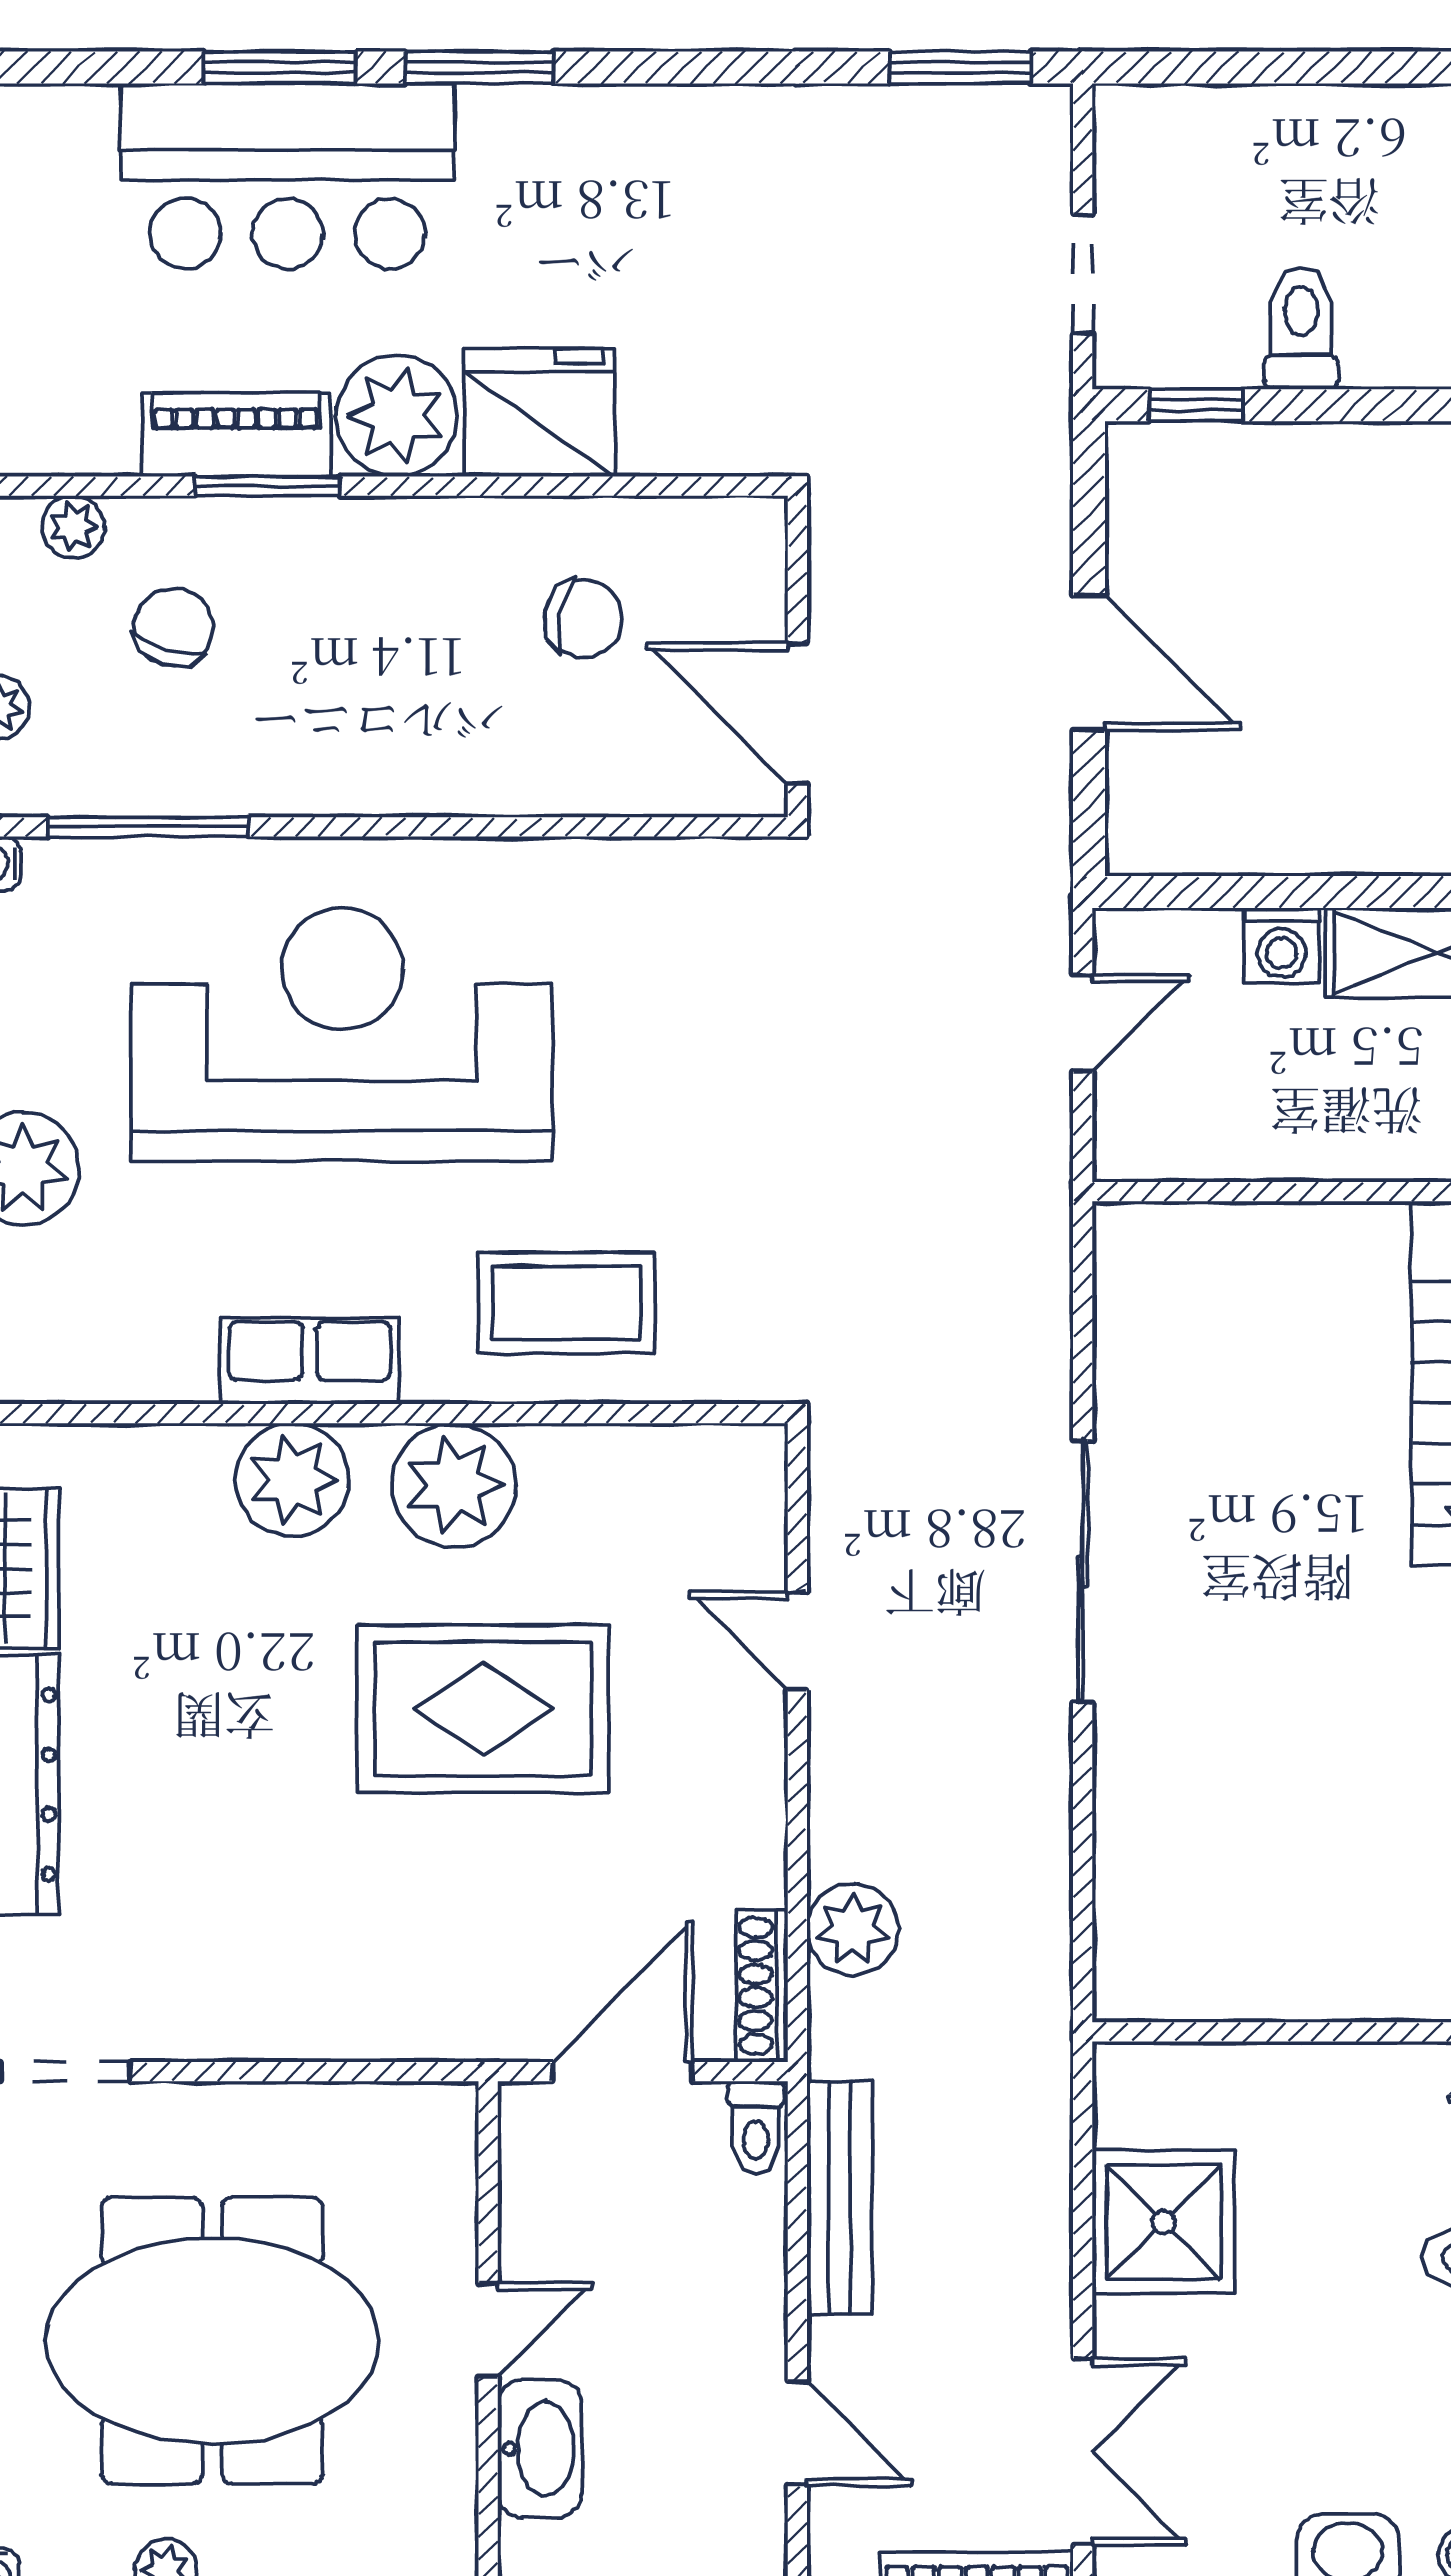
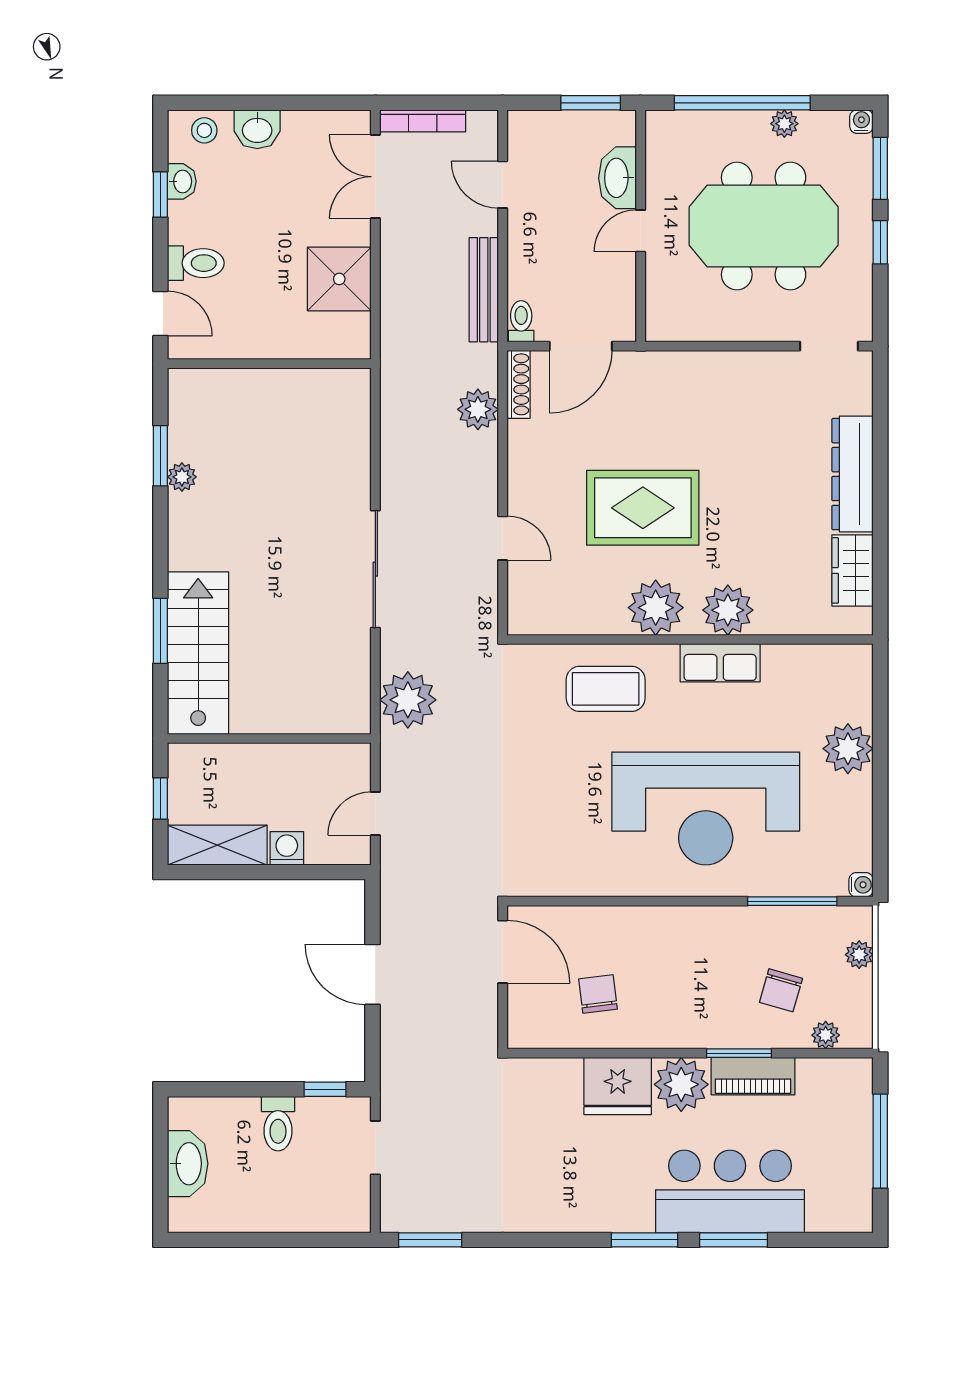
chair: (583, 619) -> (598, 994), turned 72
plant: (1010, 1278) -> (408, 700), added

